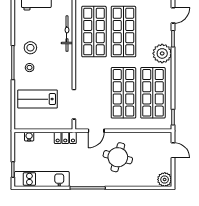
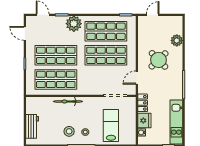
bicycle: (67, 34) -> (68, 101), moved
lab bench: (38, 99) -> (111, 126), turned 180
door: (96, 131) -> (137, 78), swing flipped
fridge: (44, 140) -> (144, 120), added
round table: (118, 157) -> (158, 60), turned 31
plant: (165, 179) -> (177, 40), moved

